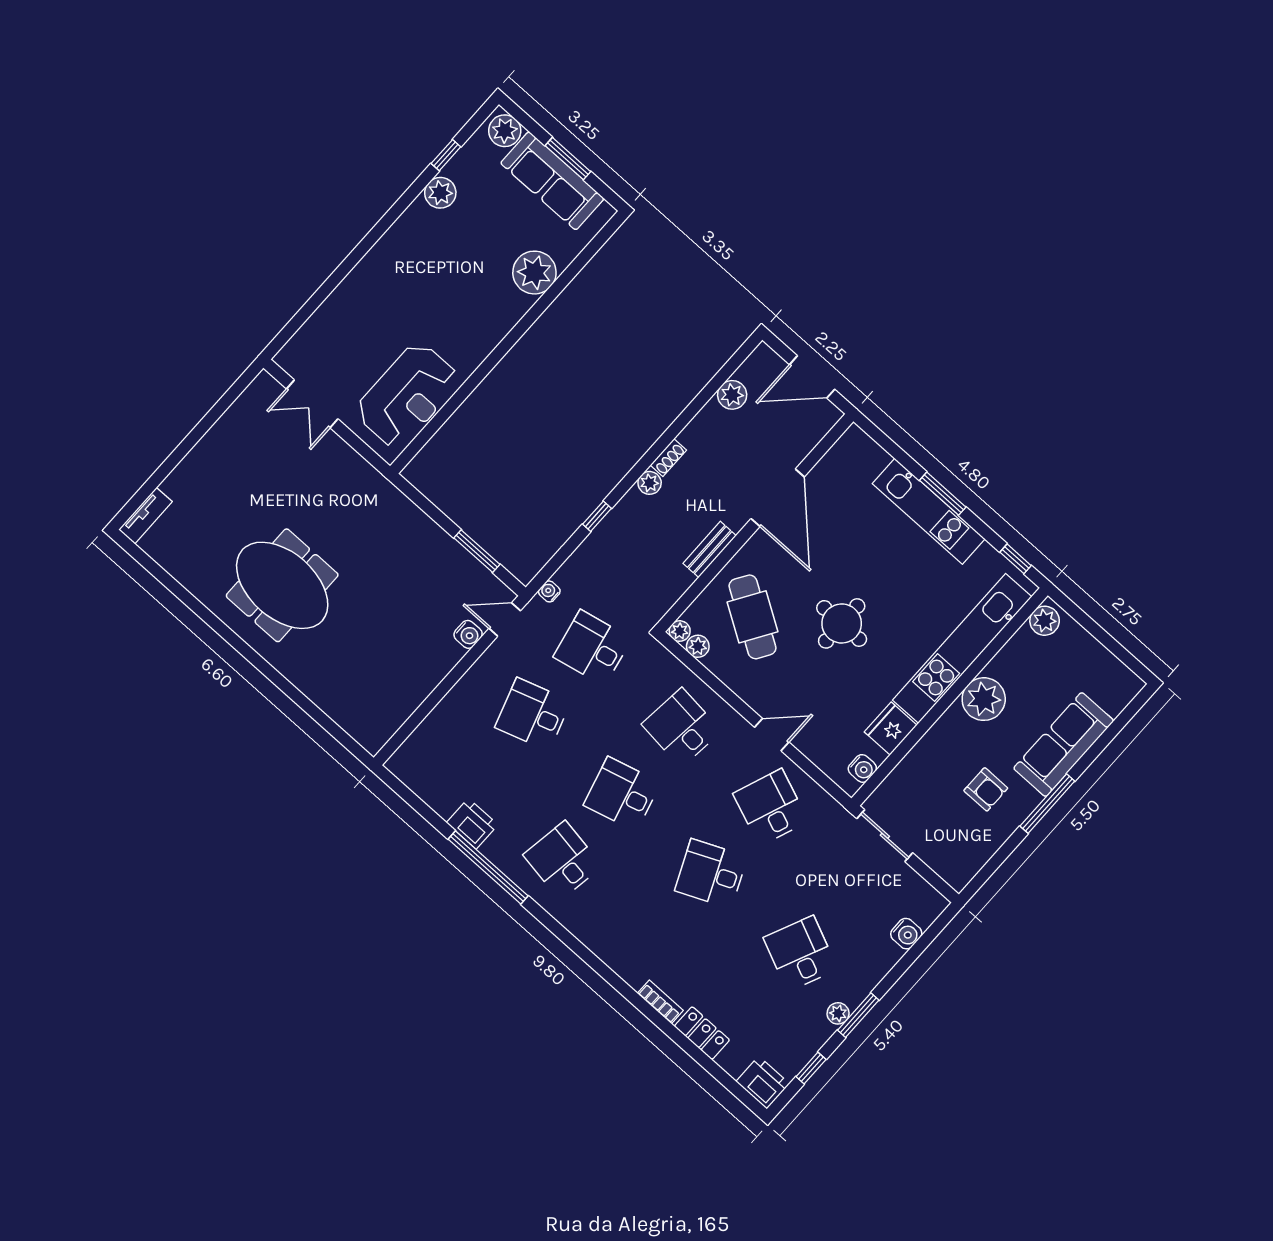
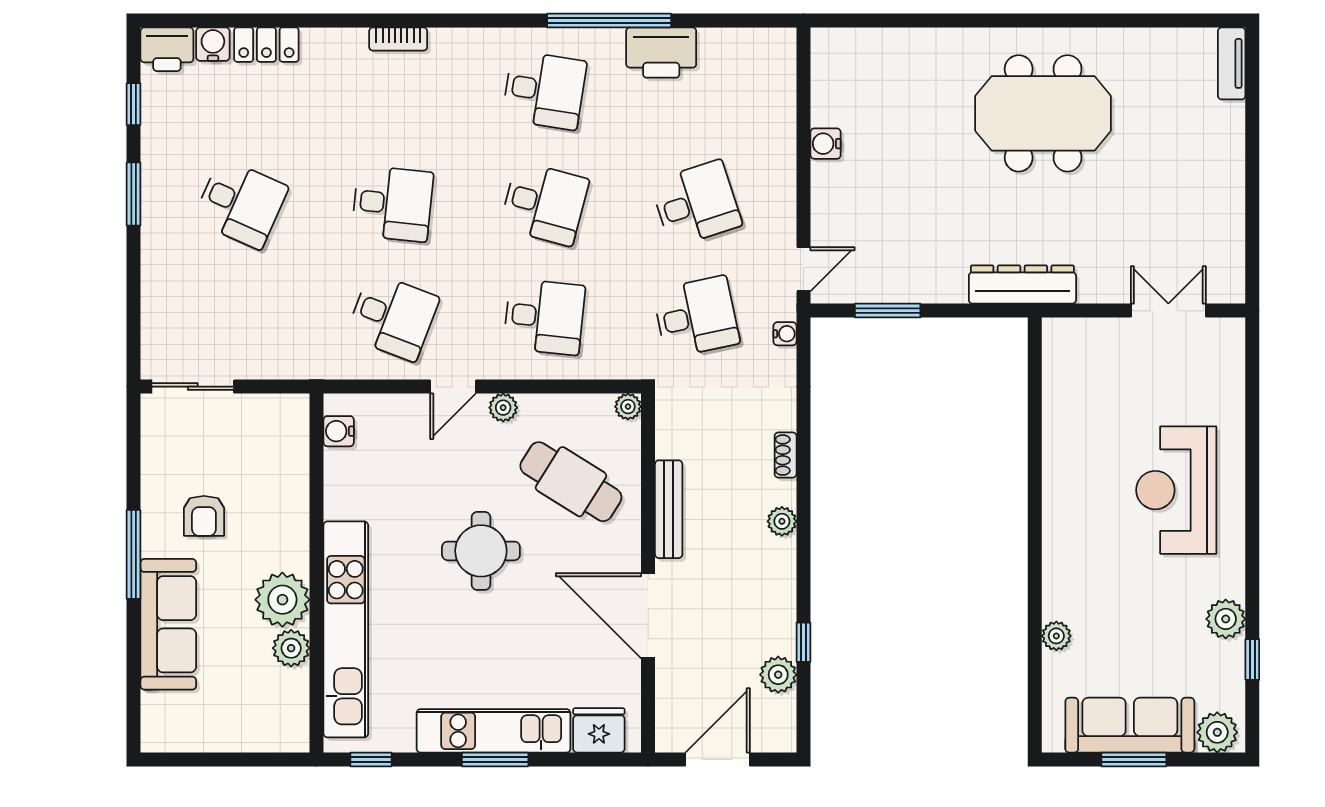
plant: (534, 273) -> (1056, 636), width x0.53, depth x0.53
reception desk: (407, 395) -> (1176, 490), moved
shoe rack: (668, 458) -> (786, 455), moved
dresser: (384, 496) -> (1022, 285), added
window: (597, 516) -> (803, 642), moved
bench: (710, 549) -> (669, 509), width x1.36
plant: (1045, 621) -> (291, 648), moved
water cooler: (468, 634) -> (826, 144), moved
plant: (698, 646) -> (503, 408), moved
fridge: (891, 729) -> (599, 730), moved, turned -90
armchair: (986, 789) -> (204, 516), turned -90
desk: (622, 794) -> (544, 204), turned 30
printer: (472, 824) -> (661, 53), width x1.37, depth x1.19
sliding door: (885, 836) -> (193, 387), moved
desk: (711, 874) -> (393, 204), turned 30
water cooler: (906, 934) -> (213, 44), moved, turned 90
bookcase: (660, 1002) -> (398, 39), moved
plant: (838, 1013) -> (154, 179), removed

